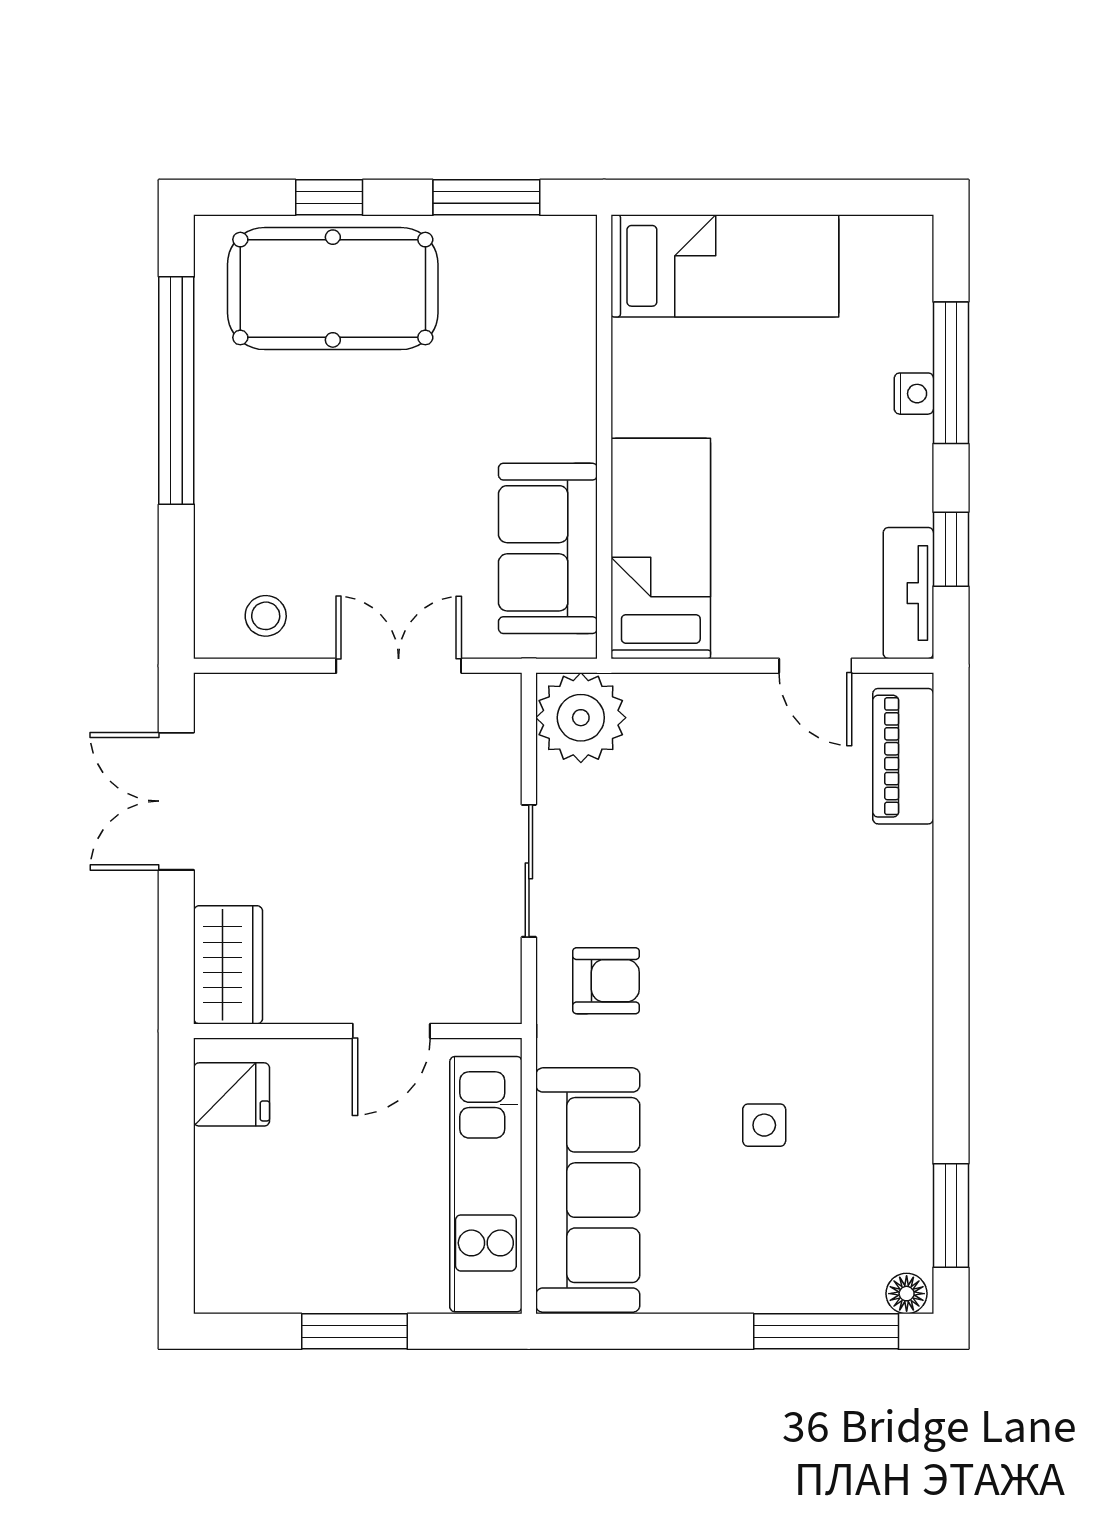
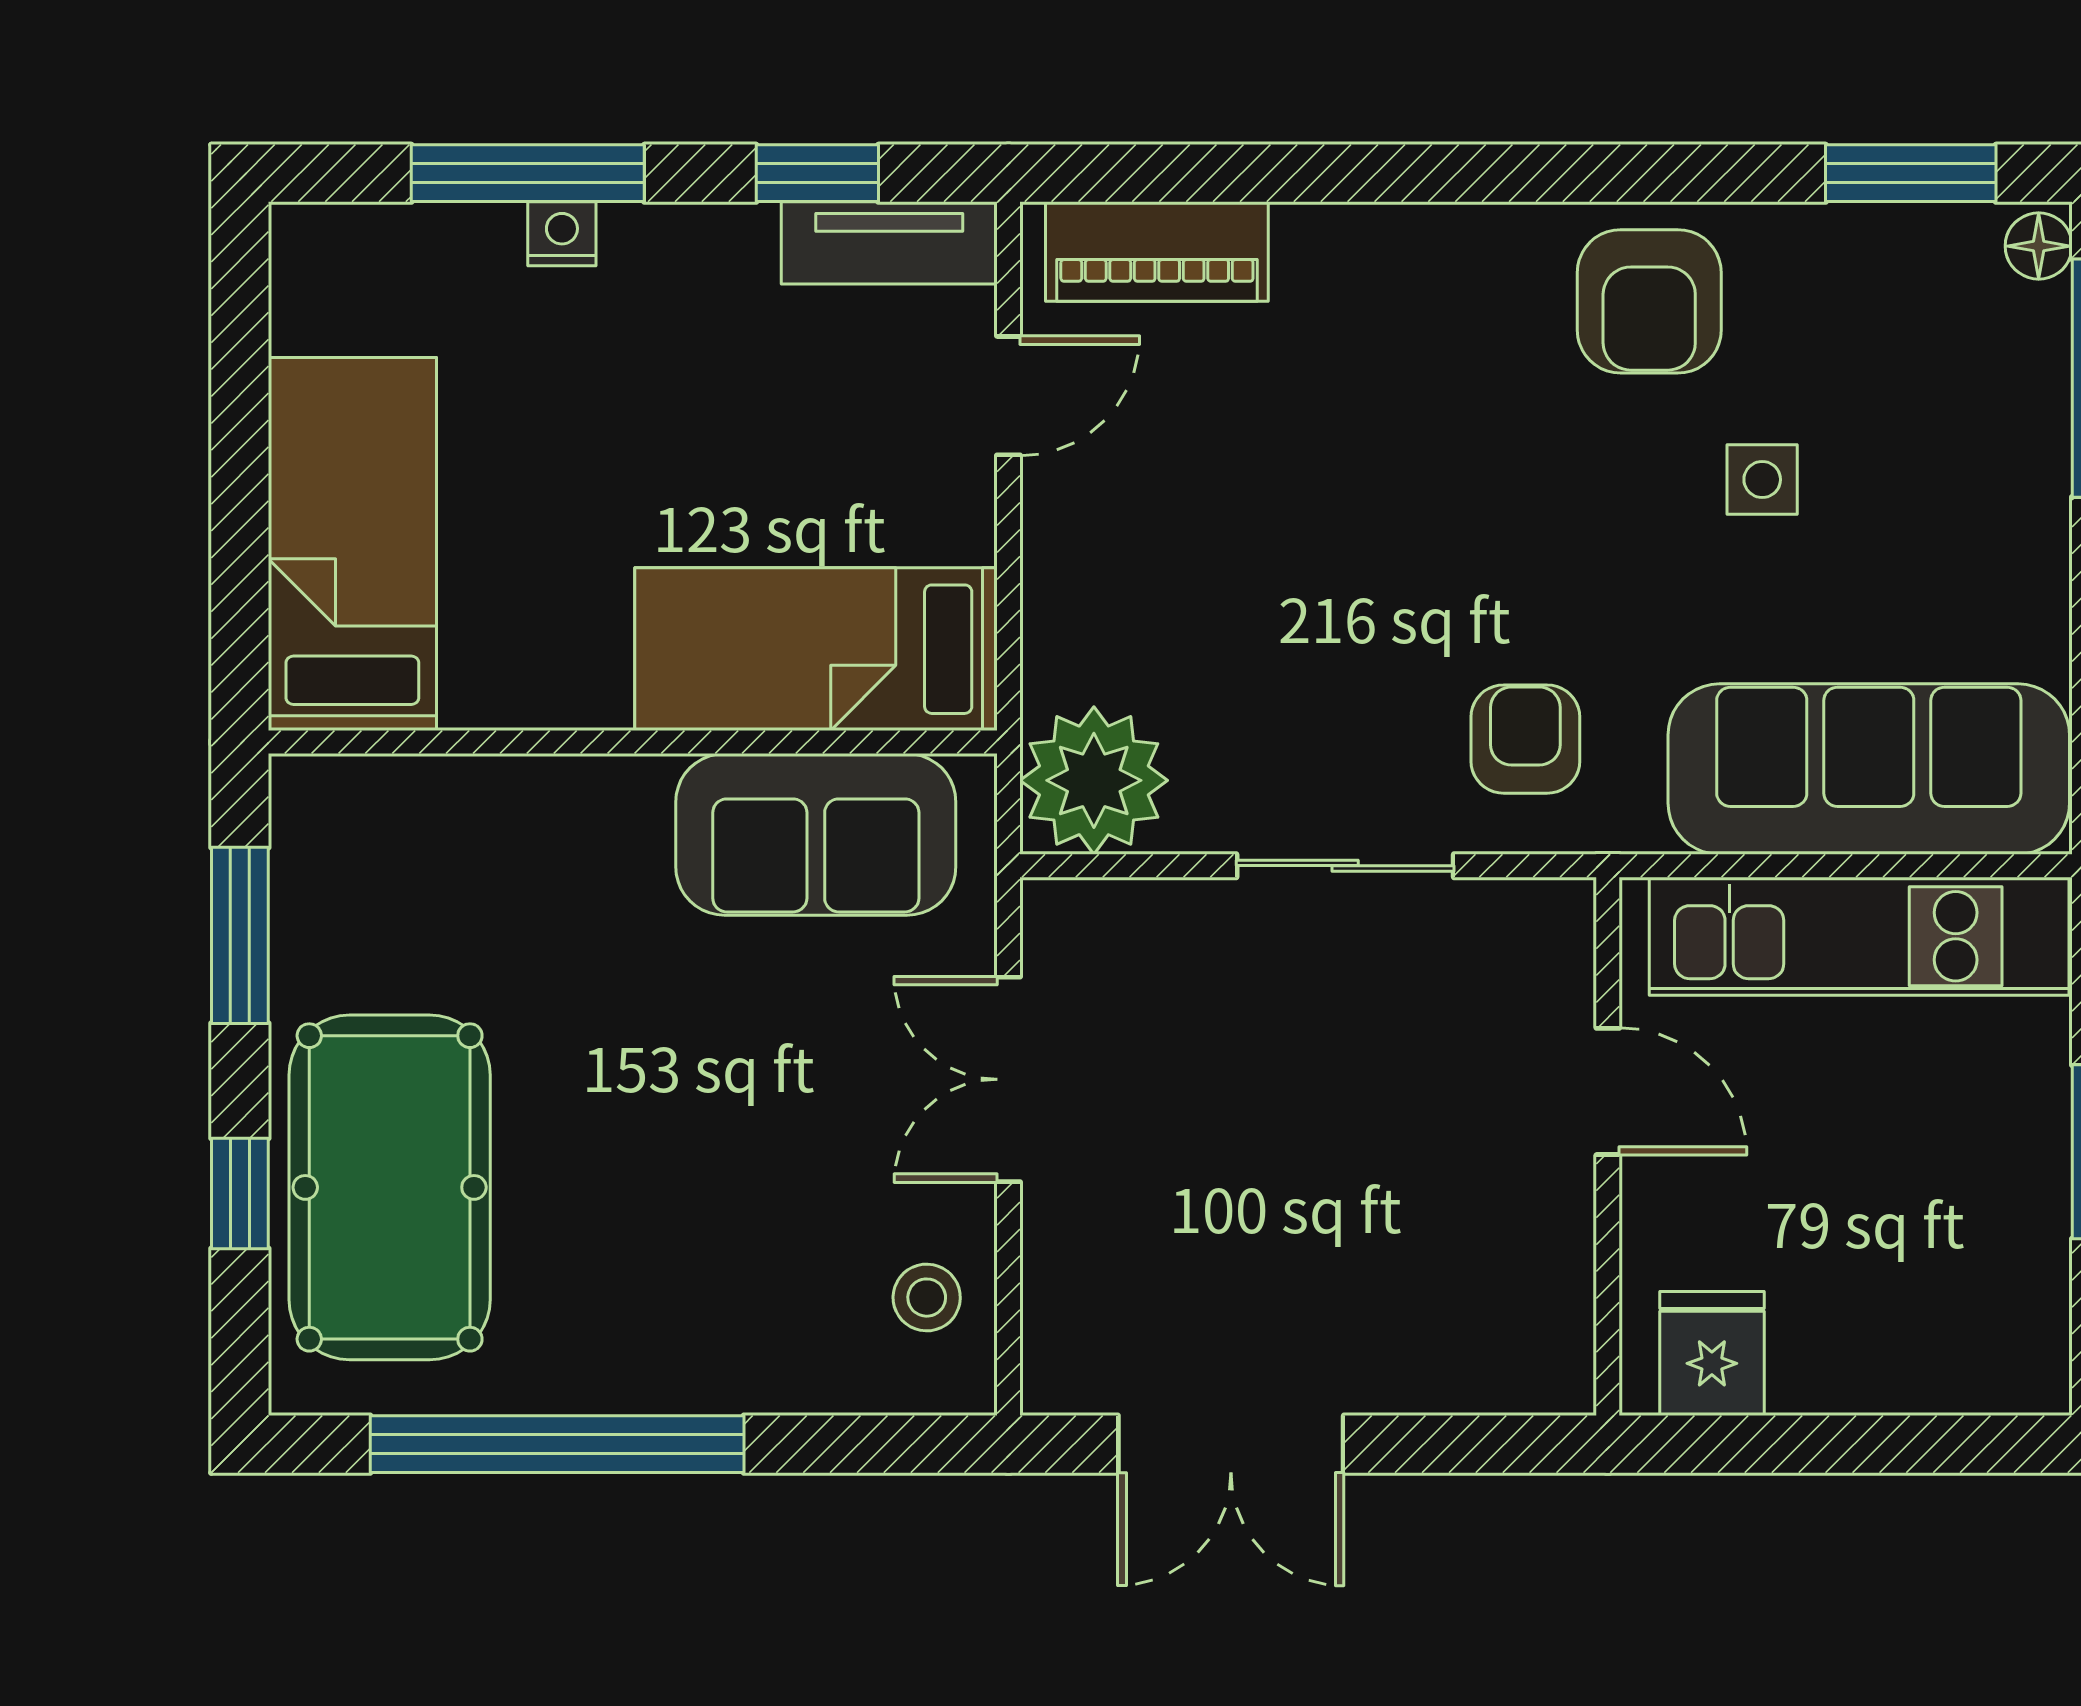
wardrobe: (228, 965) -> (1499, 1359), removed
armchair: (873, 1056) -> (1649, 301), added

